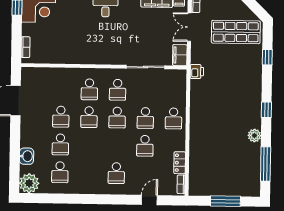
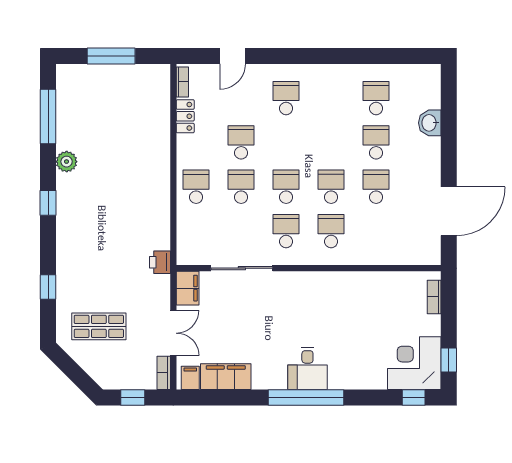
shop shelf: (236, 32) -> (99, 326), width x0.70, depth x0.74
plant: (29, 183) -> (425, 80), removed

